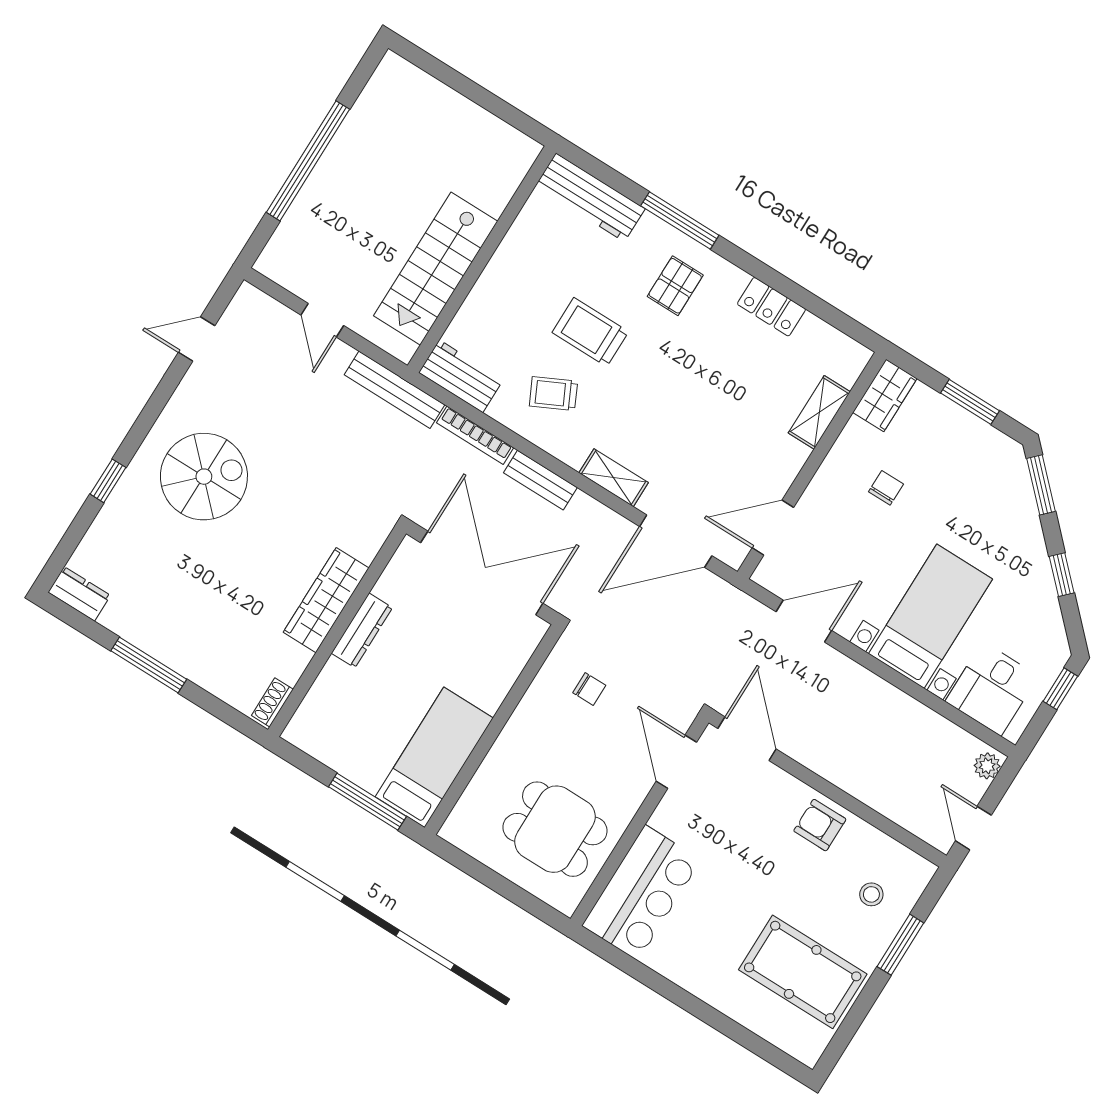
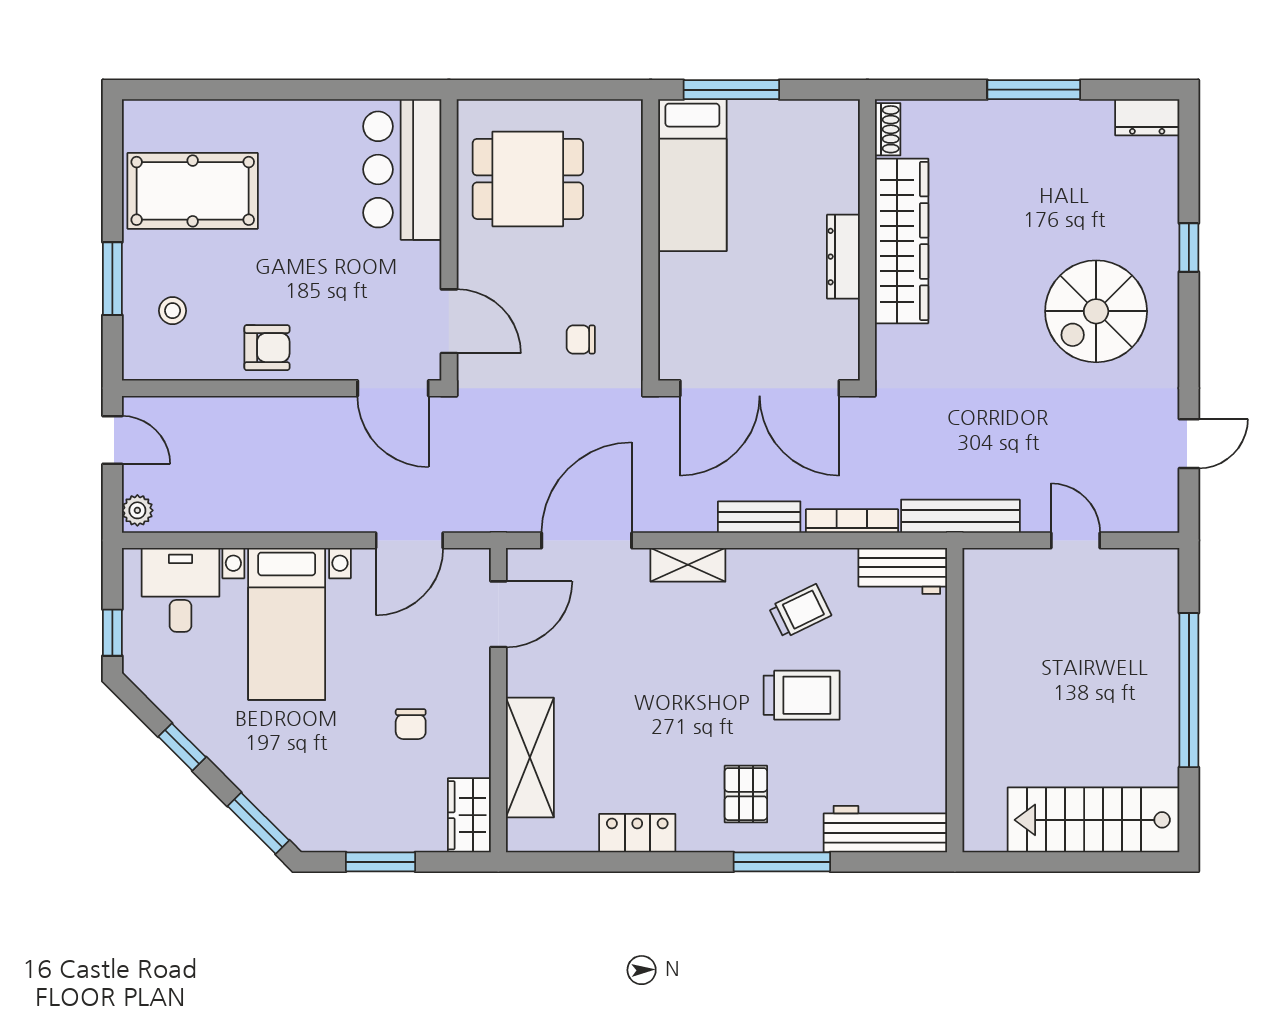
stairs: (436, 269) -> (1093, 820), moved, turned -90
shelving: (819, 412) -> (530, 758), width x1.50, depth x1.33
wardrobe: (326, 600) -> (902, 241), width x1.40, depth x1.17

